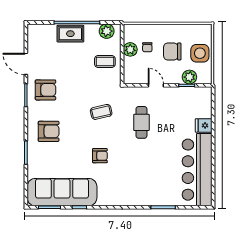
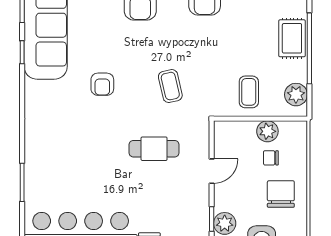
chair: (172, 51) -> (281, 194), moved

